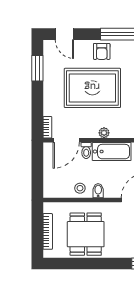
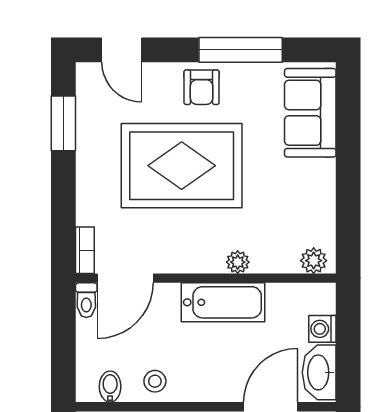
plant: (104, 133) -> (238, 262), moved
toilet: (86, 150) -> (86, 300), moved
bidet: (98, 191) -> (110, 387), moved

